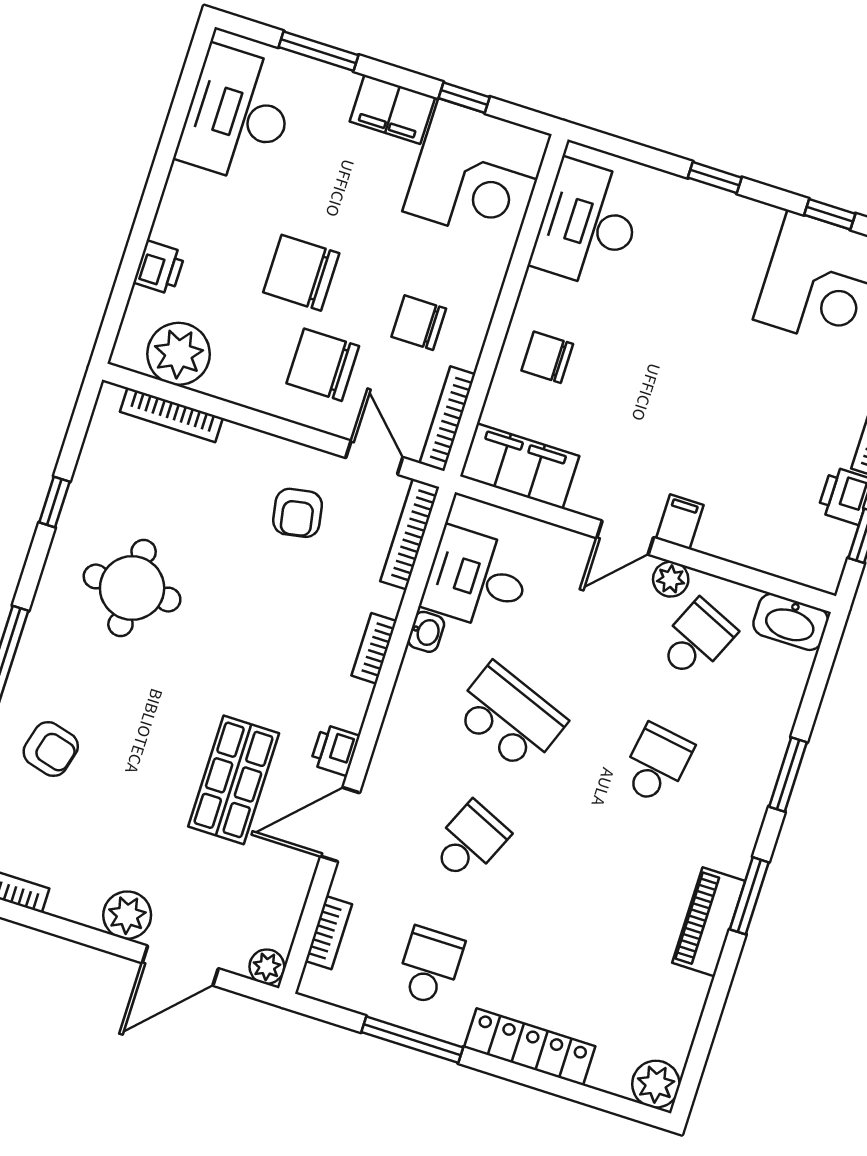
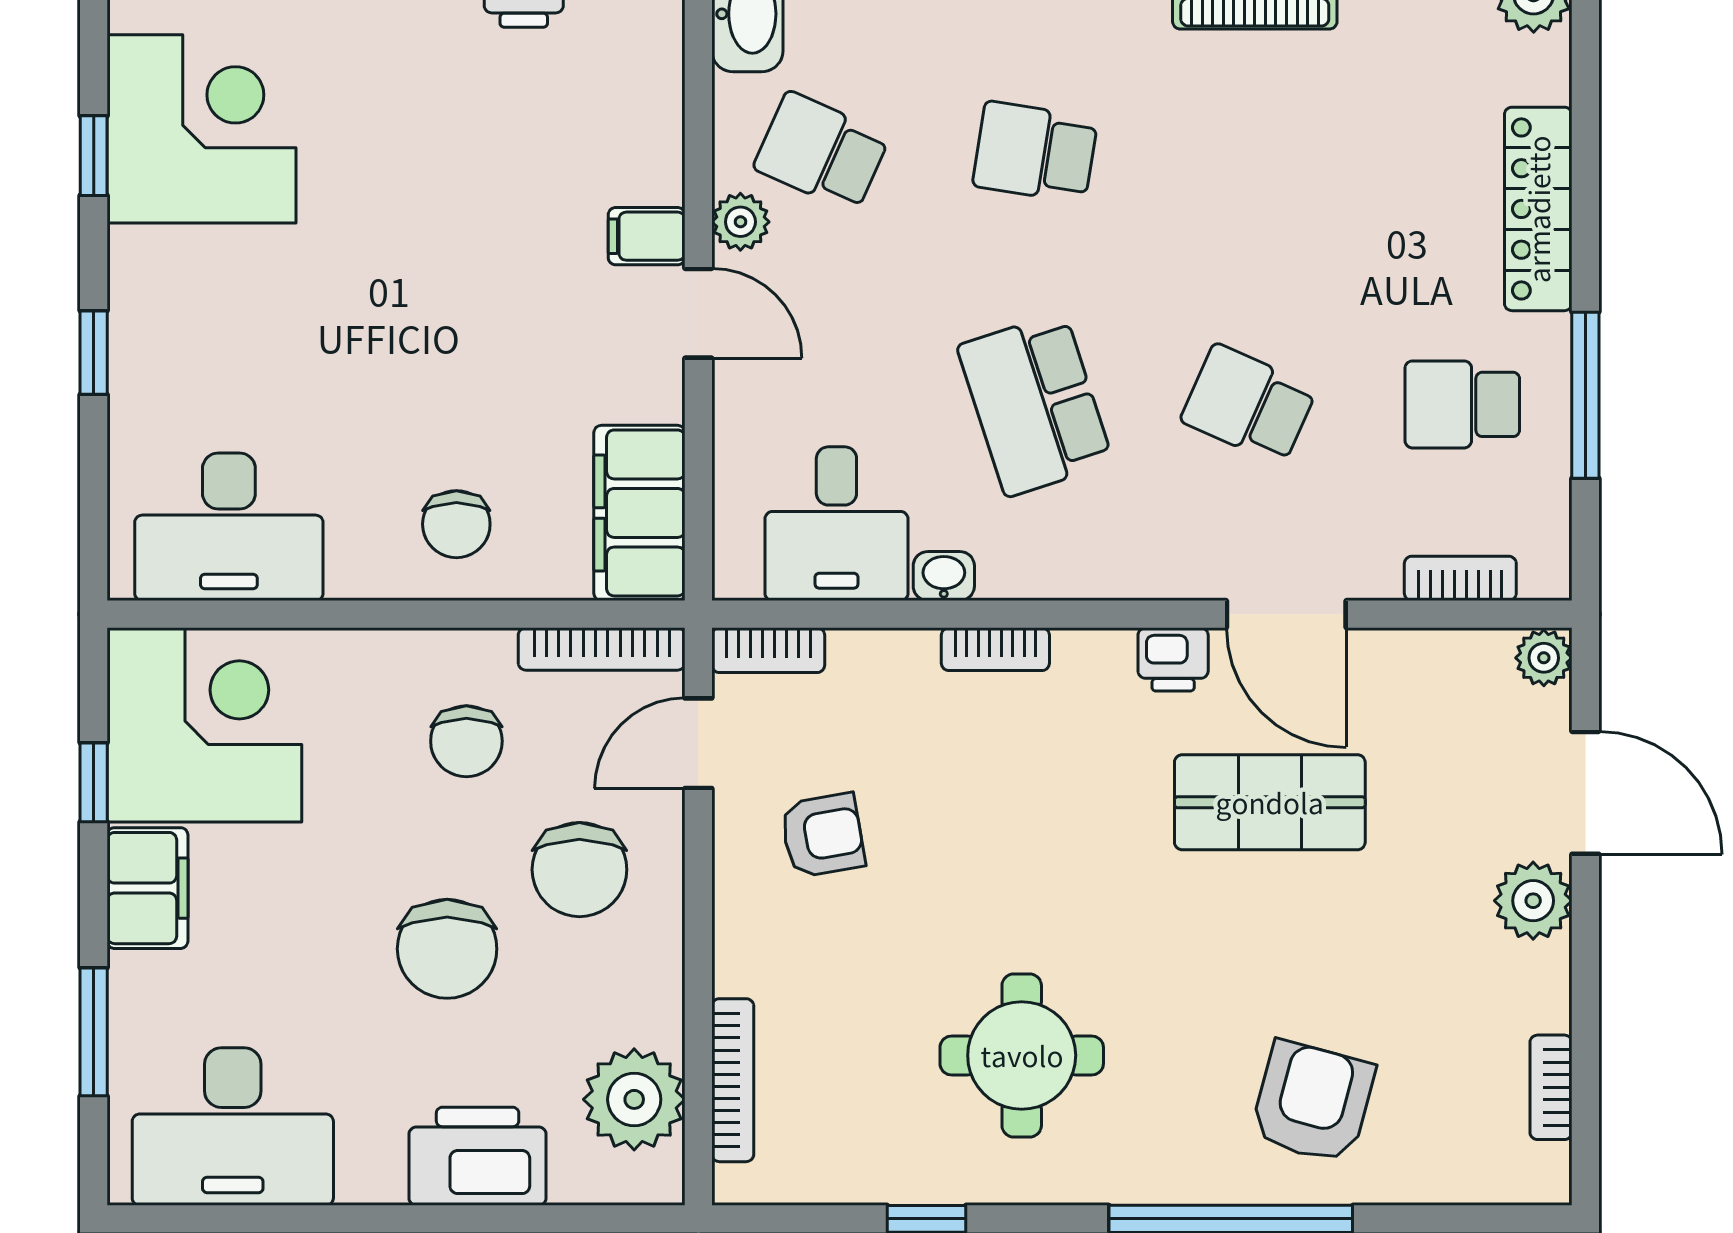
printer: (159, 267) -> (478, 1156), width x1.87, depth x1.48
bookcase: (410, 534) -> (768, 650), width x0.64
school desk: (509, 717) -> (1035, 404), turned -39
armchair: (51, 749) -> (1313, 1102), width x1.38, depth x1.38

